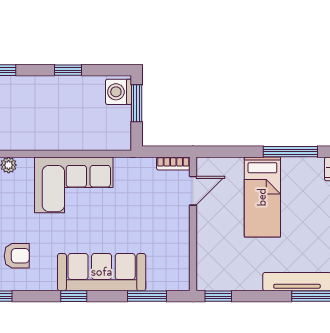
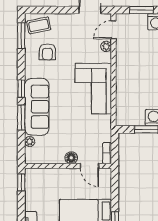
floor lamp: (180, 219) -> (71, 158), added
plant: (155, 283) -> (30, 141), added
window: (147, 296) -> (21, 118), moved

